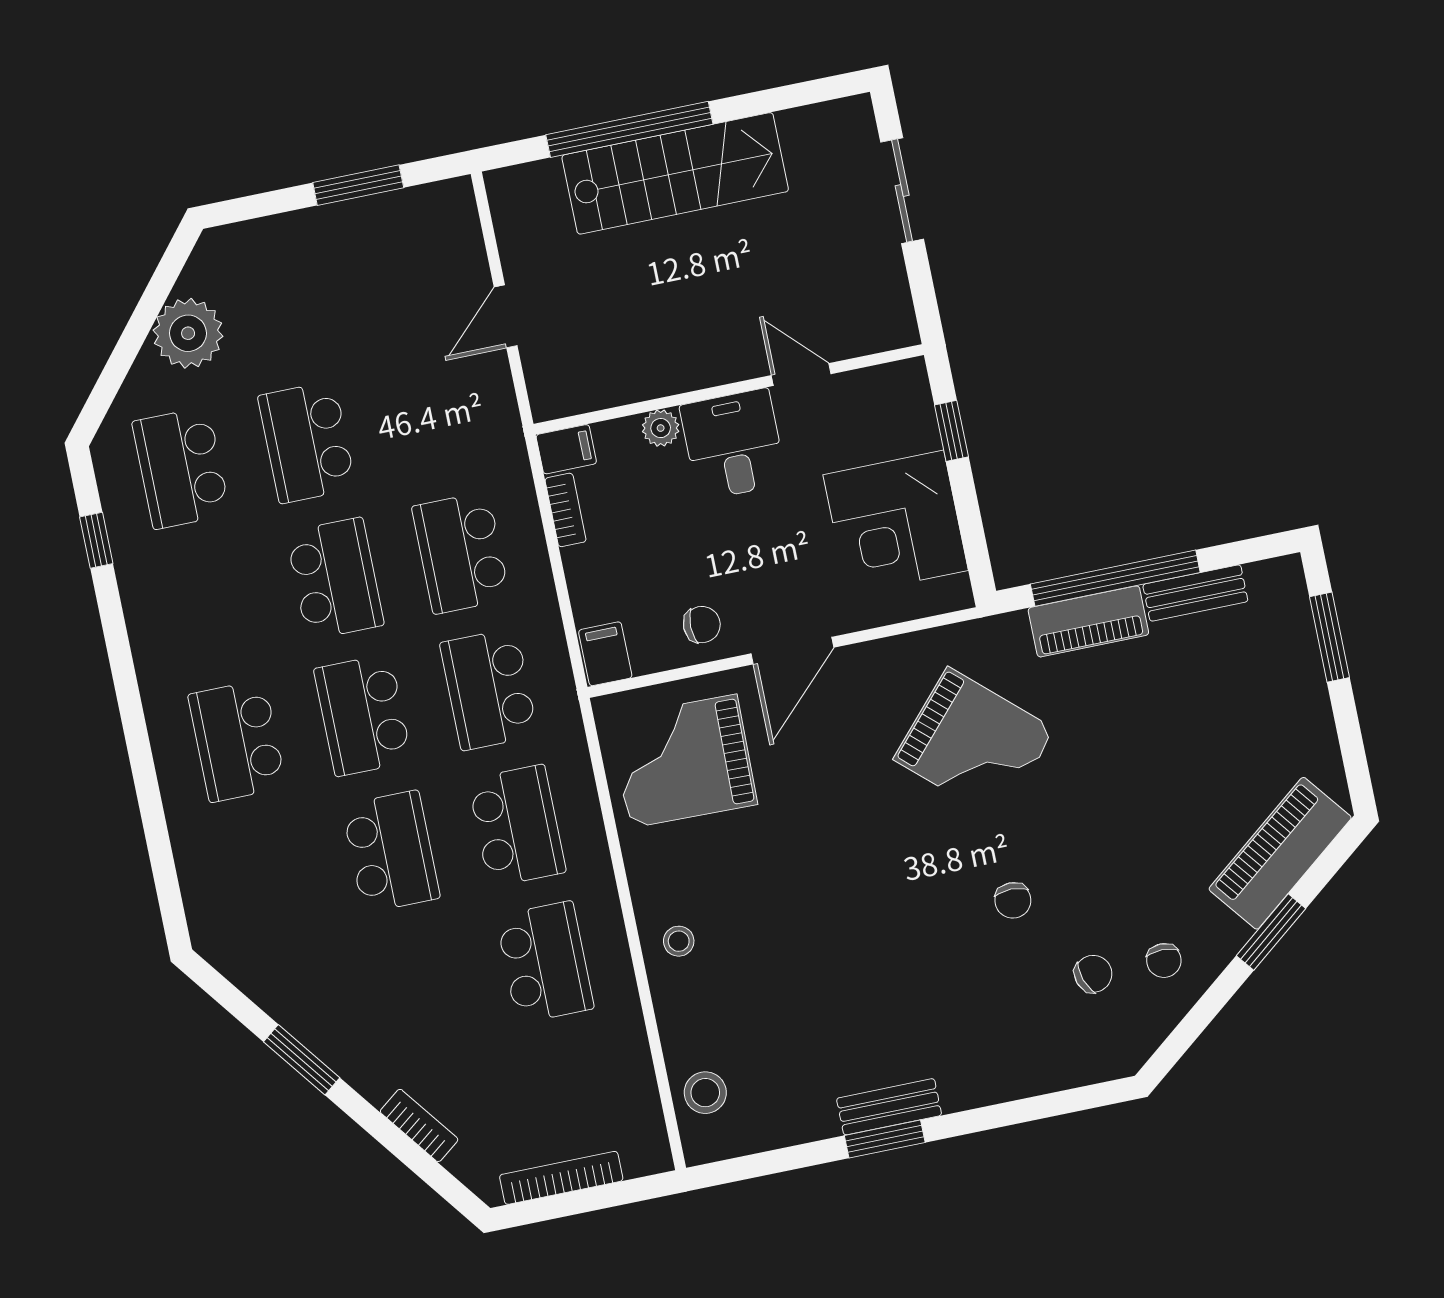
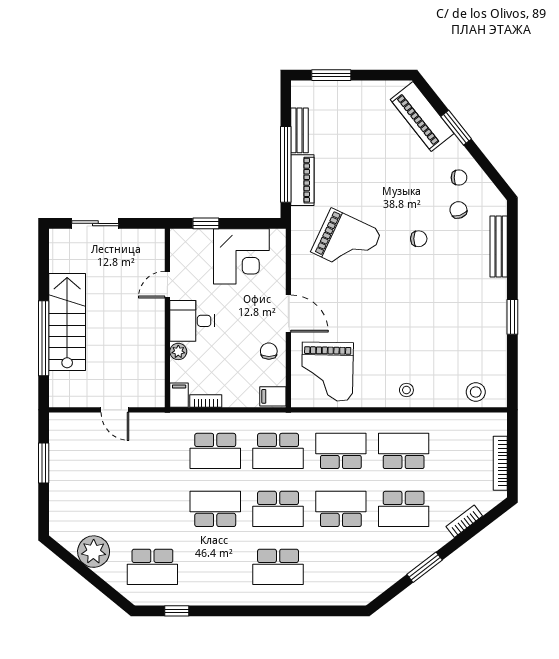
school desk: (307, 442) -> (404, 509), moved
grand piano: (974, 744) -> (346, 242), turned 73
bench: (889, 1107) -> (499, 247), moved, width x1.36

